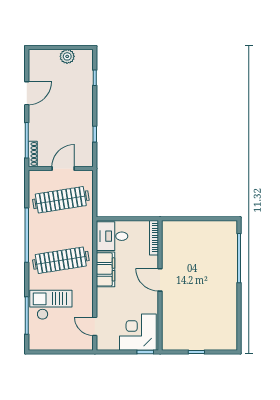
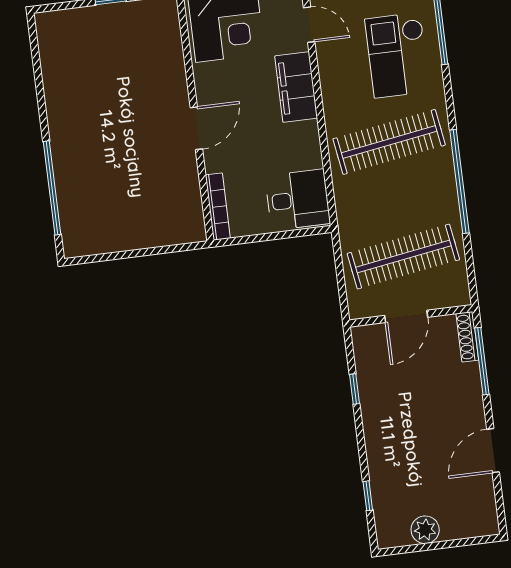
filing cabinet: (106, 269) -> (296, 87), moved
door: (160, 280) -> (196, 128), hinge flipped
checkout: (51, 305) -> (397, 55), turned 90

